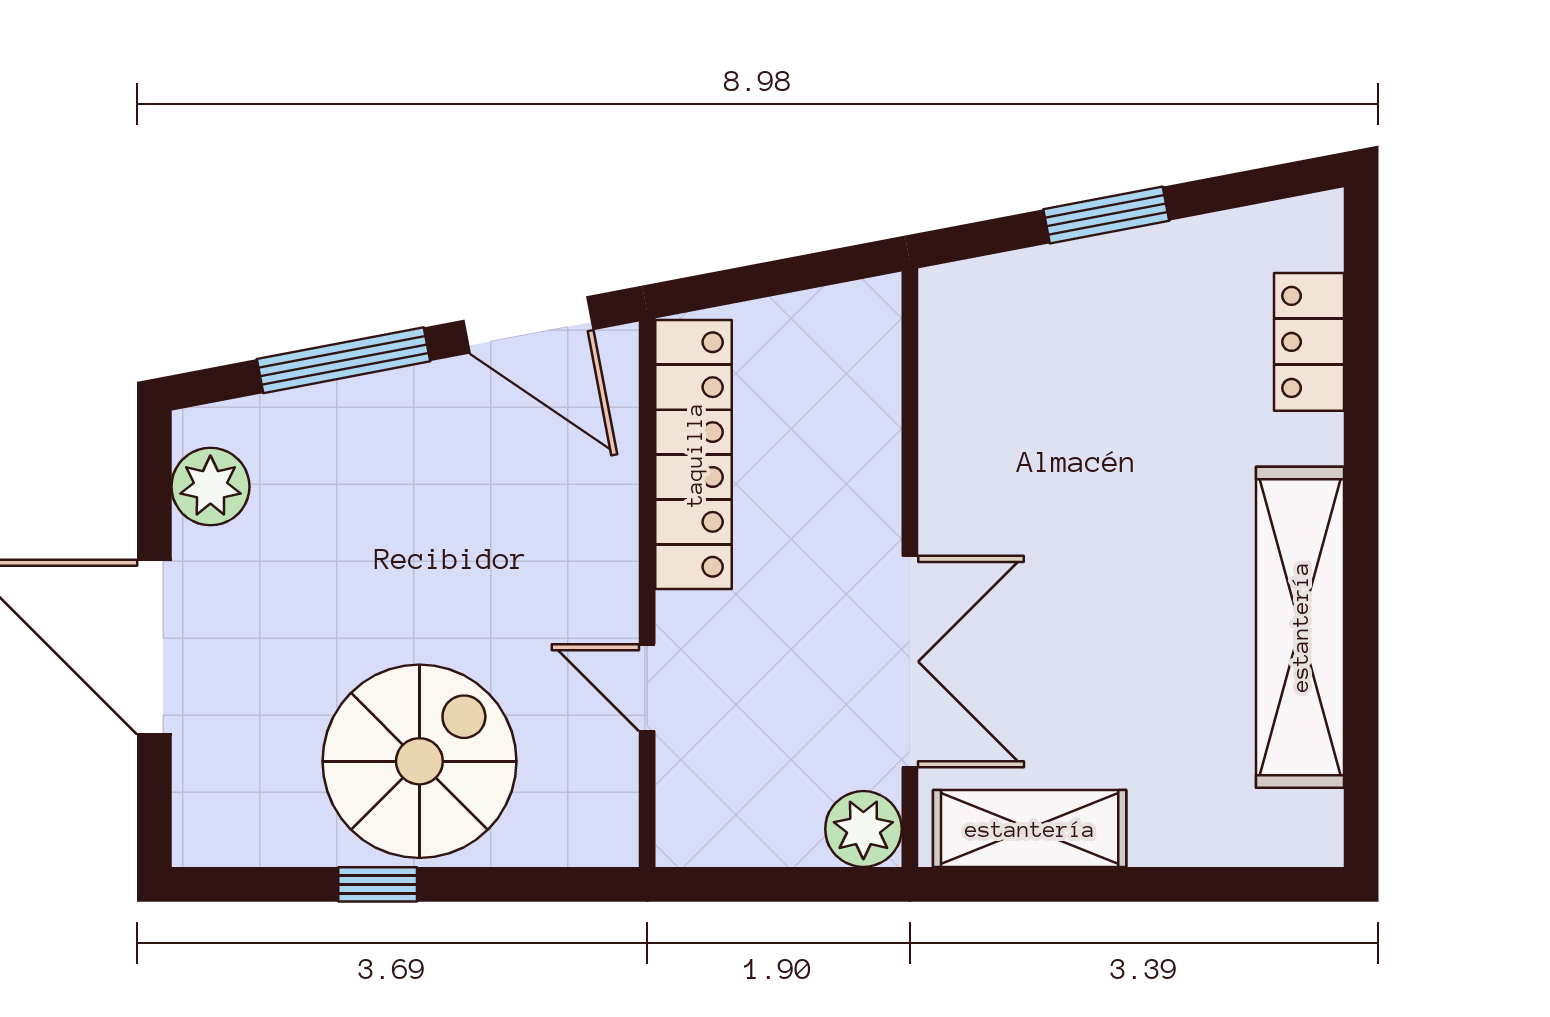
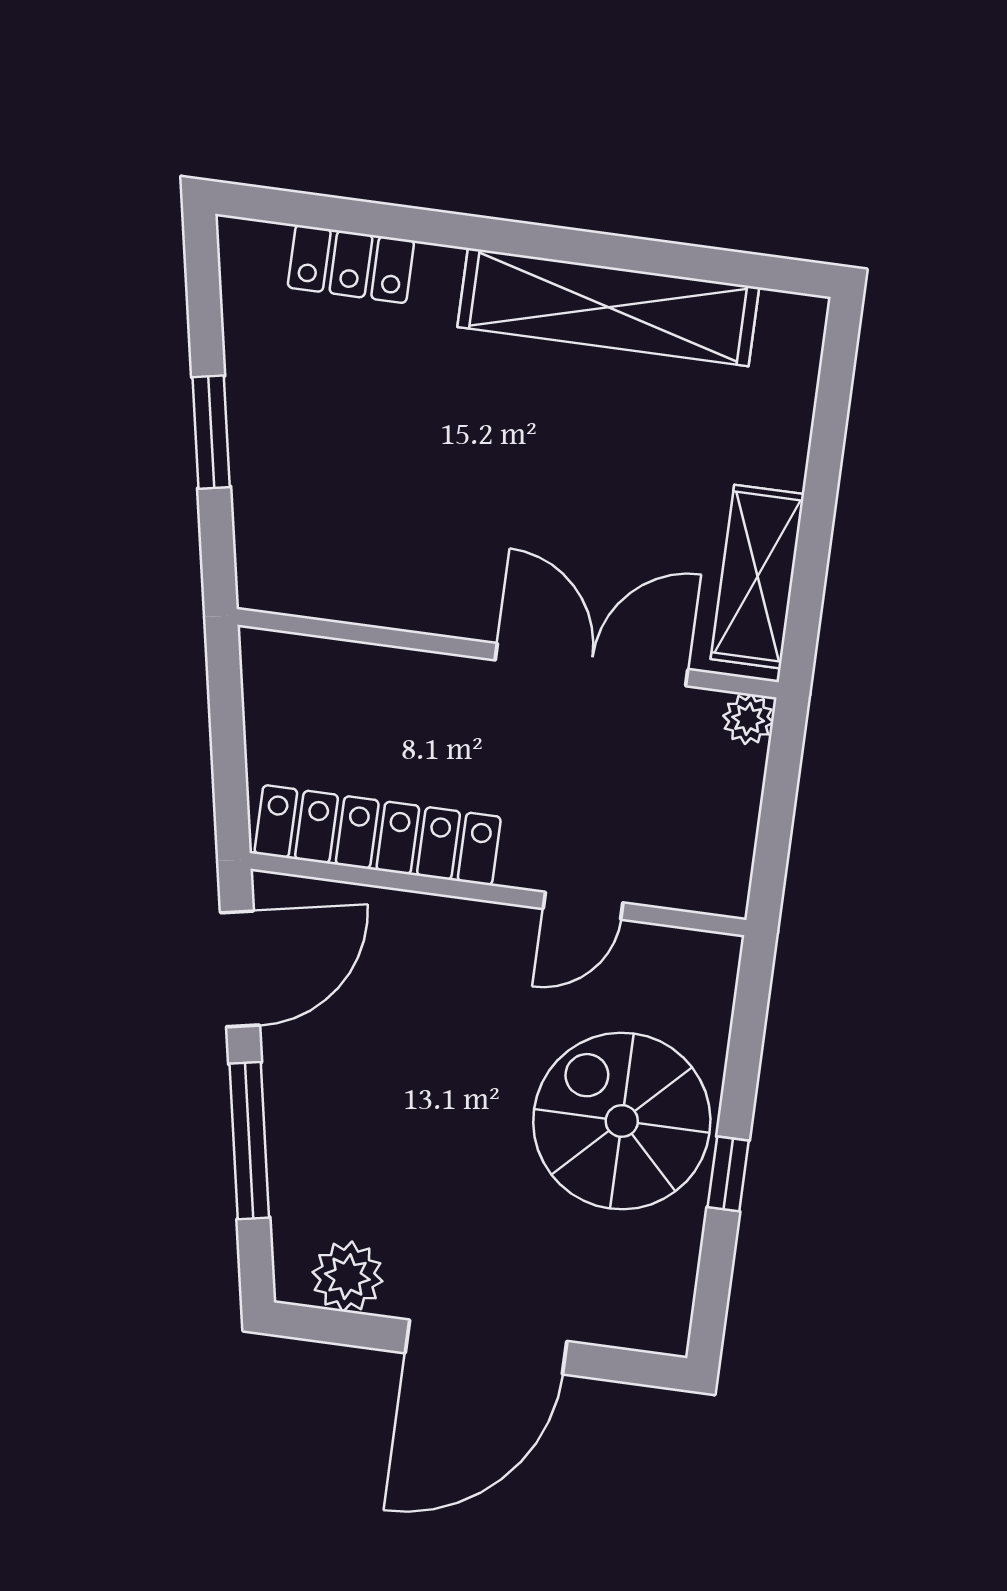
plant: (863, 829) -> (748, 719), width x0.73, depth x0.73

